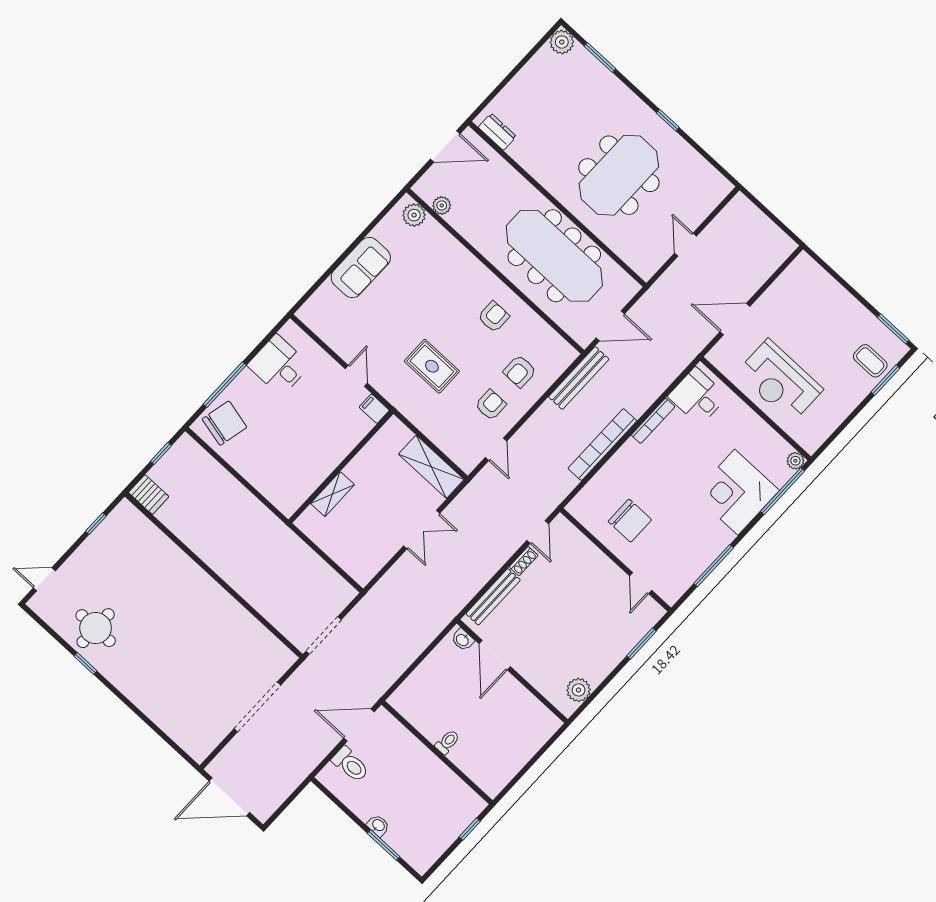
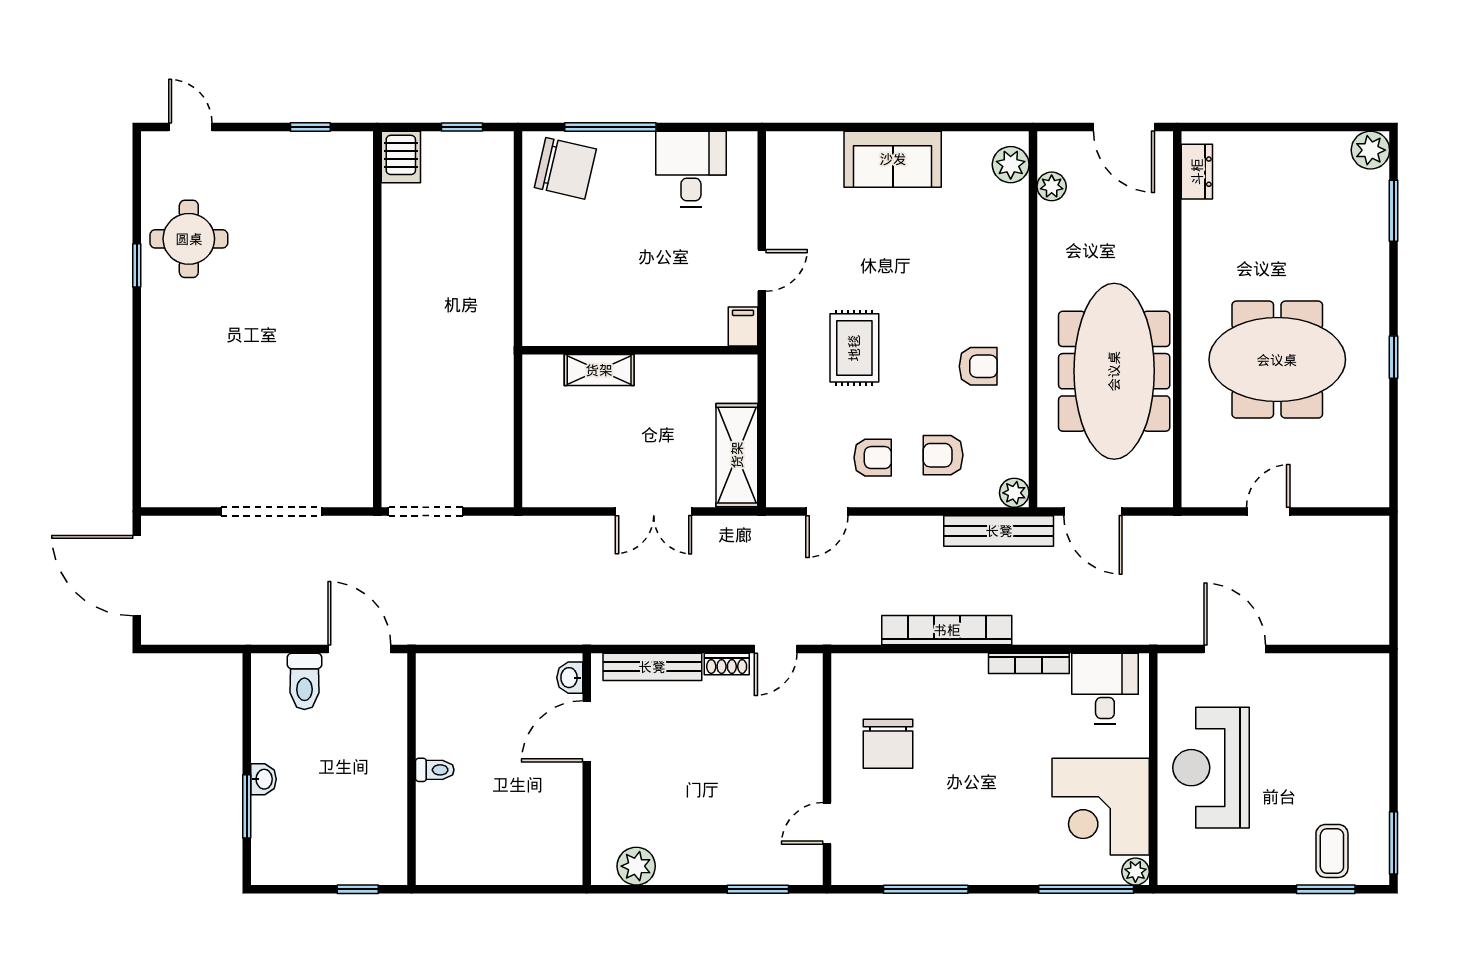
plant: (568, 354) -> (1014, 493), added
corner desk: (736, 492) -> (1101, 807), moved, turned -90

